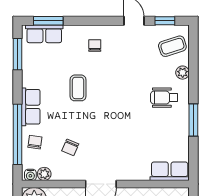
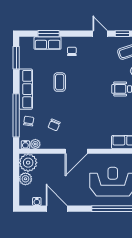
window: (48, 21) -> (49, 34), moved
row of seats: (44, 34) -> (48, 43), moved
row of seats: (31, 107) -> (26, 89), width x1.48

